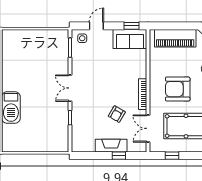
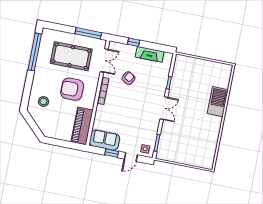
window: (131, 26) -> (112, 153), moved
piano: (175, 38) -> (82, 126), moved, turned -90
armchair: (178, 89) -> (72, 89), turned 180
fireplace: (111, 146) -> (150, 54), moved
window: (172, 156) -> (88, 33), width x2.17

